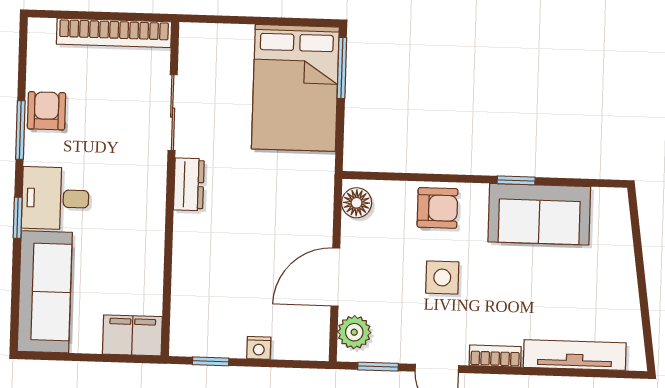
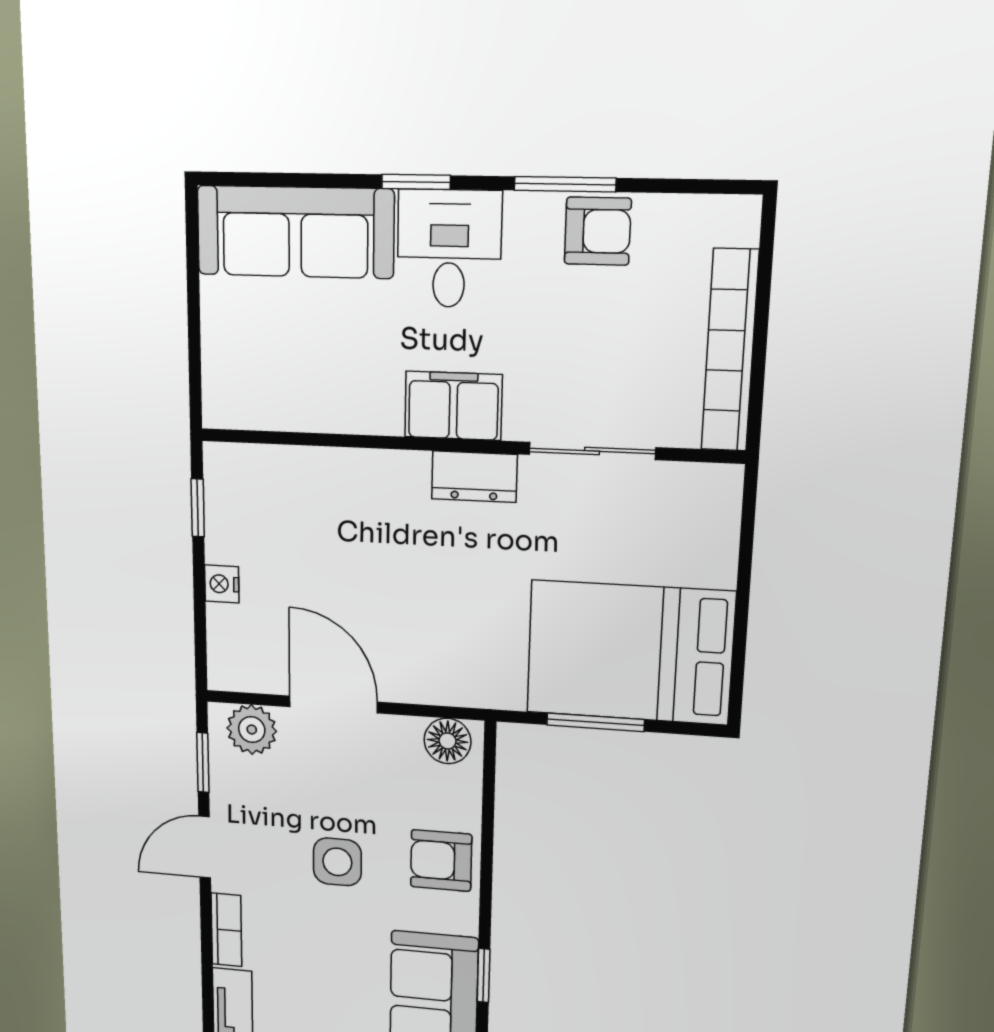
window: (342, 68) -> (595, 722), moved
armchair: (437, 208) -> (441, 861), turned 90
filing cabinet: (132, 335) -> (453, 406), moved, turned -90

